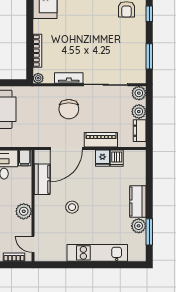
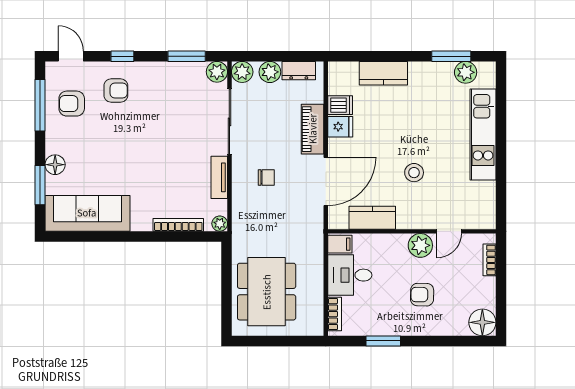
plant: (139, 76) -> (217, 72), added
chair: (69, 109) -> (266, 177), width x0.54, depth x0.54
door: (66, 149) -> (326, 181), hinge flipped
kitchen counter: (138, 202) -> (383, 73), moved
plant: (139, 226) -> (466, 72), moved
door: (33, 244) -> (449, 231), moved

